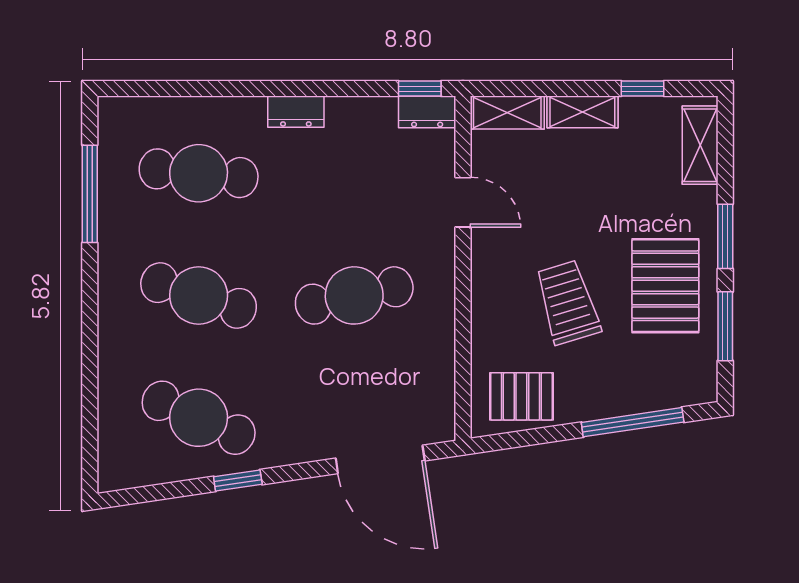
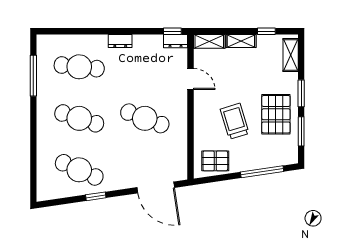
cafe table: (354, 295) -> (145, 118), turned 33

